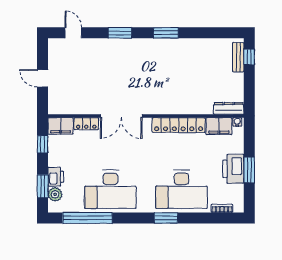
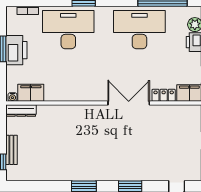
bench: (238, 57) -> (11, 150), moved
locker: (179, 125) -> (71, 94), removed

